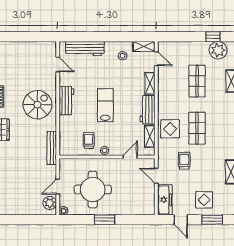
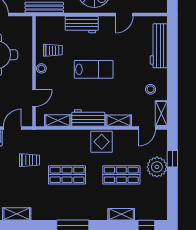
window: (213, 37) -> (172, 159), moved
plant: (218, 50) -> (157, 167), moved
door: (58, 64) -> (124, 15), moved
workbench: (66, 101) -> (82, 25), moved
display table: (170, 129) -> (102, 142), moved
door: (130, 157) -> (34, 98), hinge flipped

